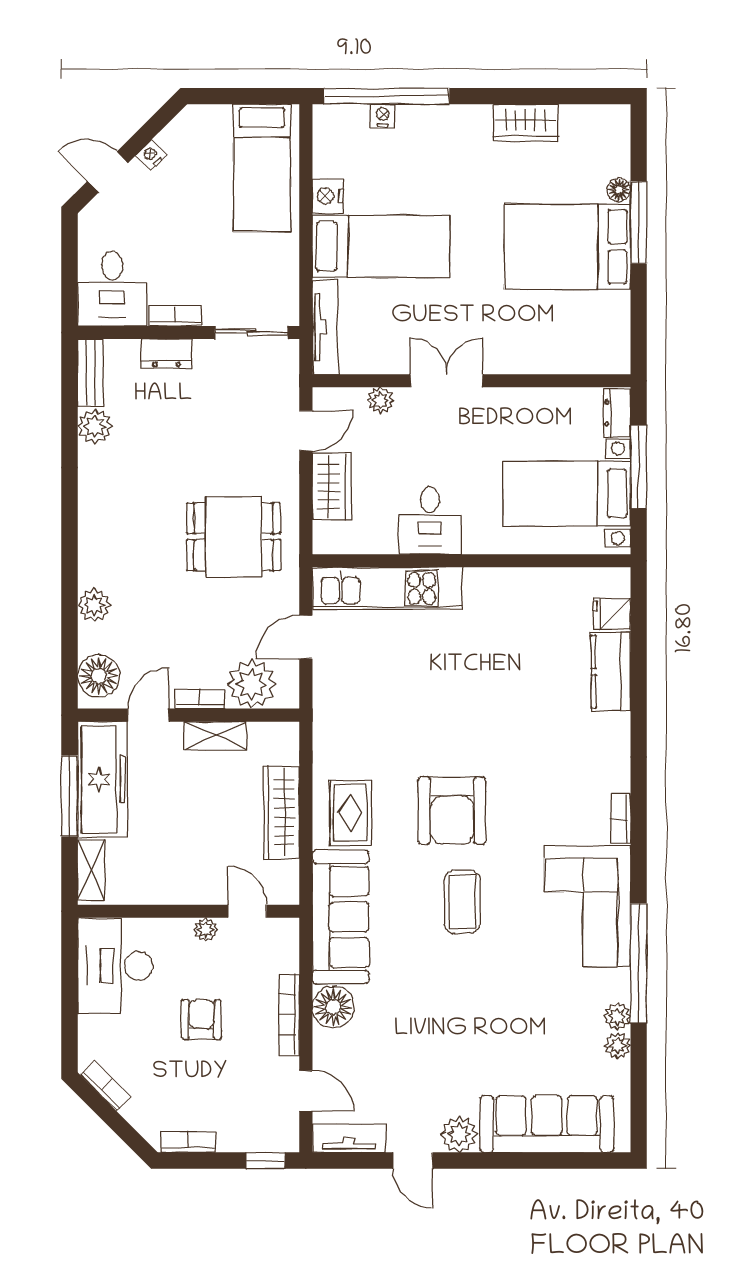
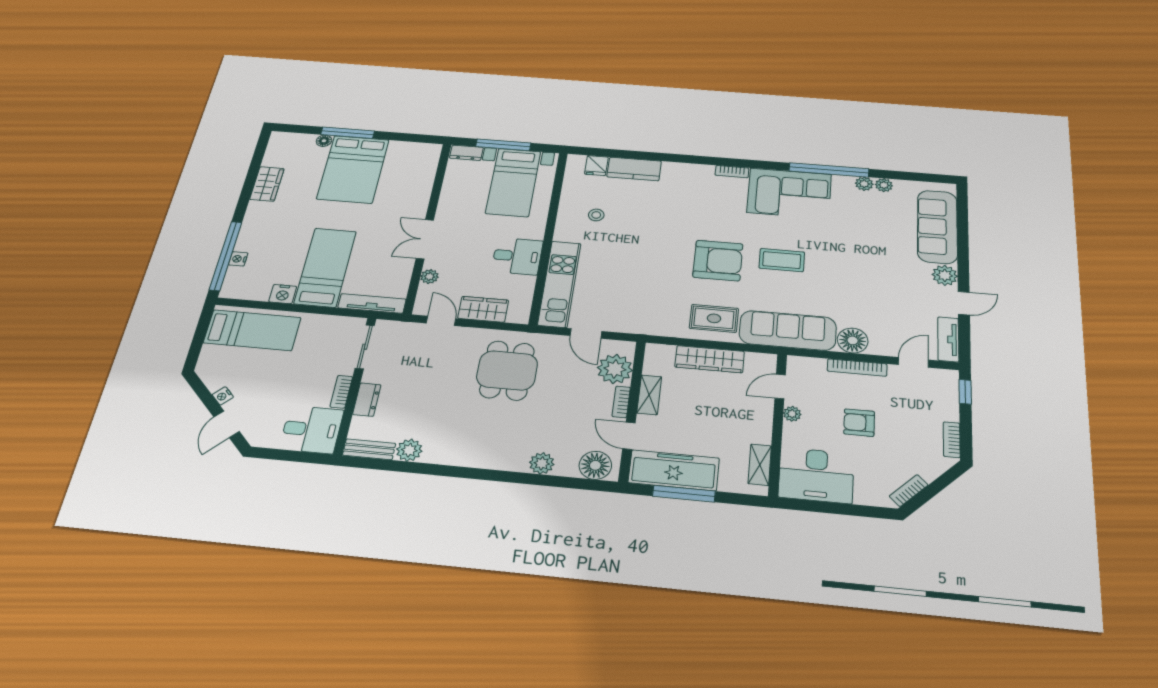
stool: (517, 625) -> (596, 215), added
shelving: (91, 870) -> (760, 465), moved, turned 90

